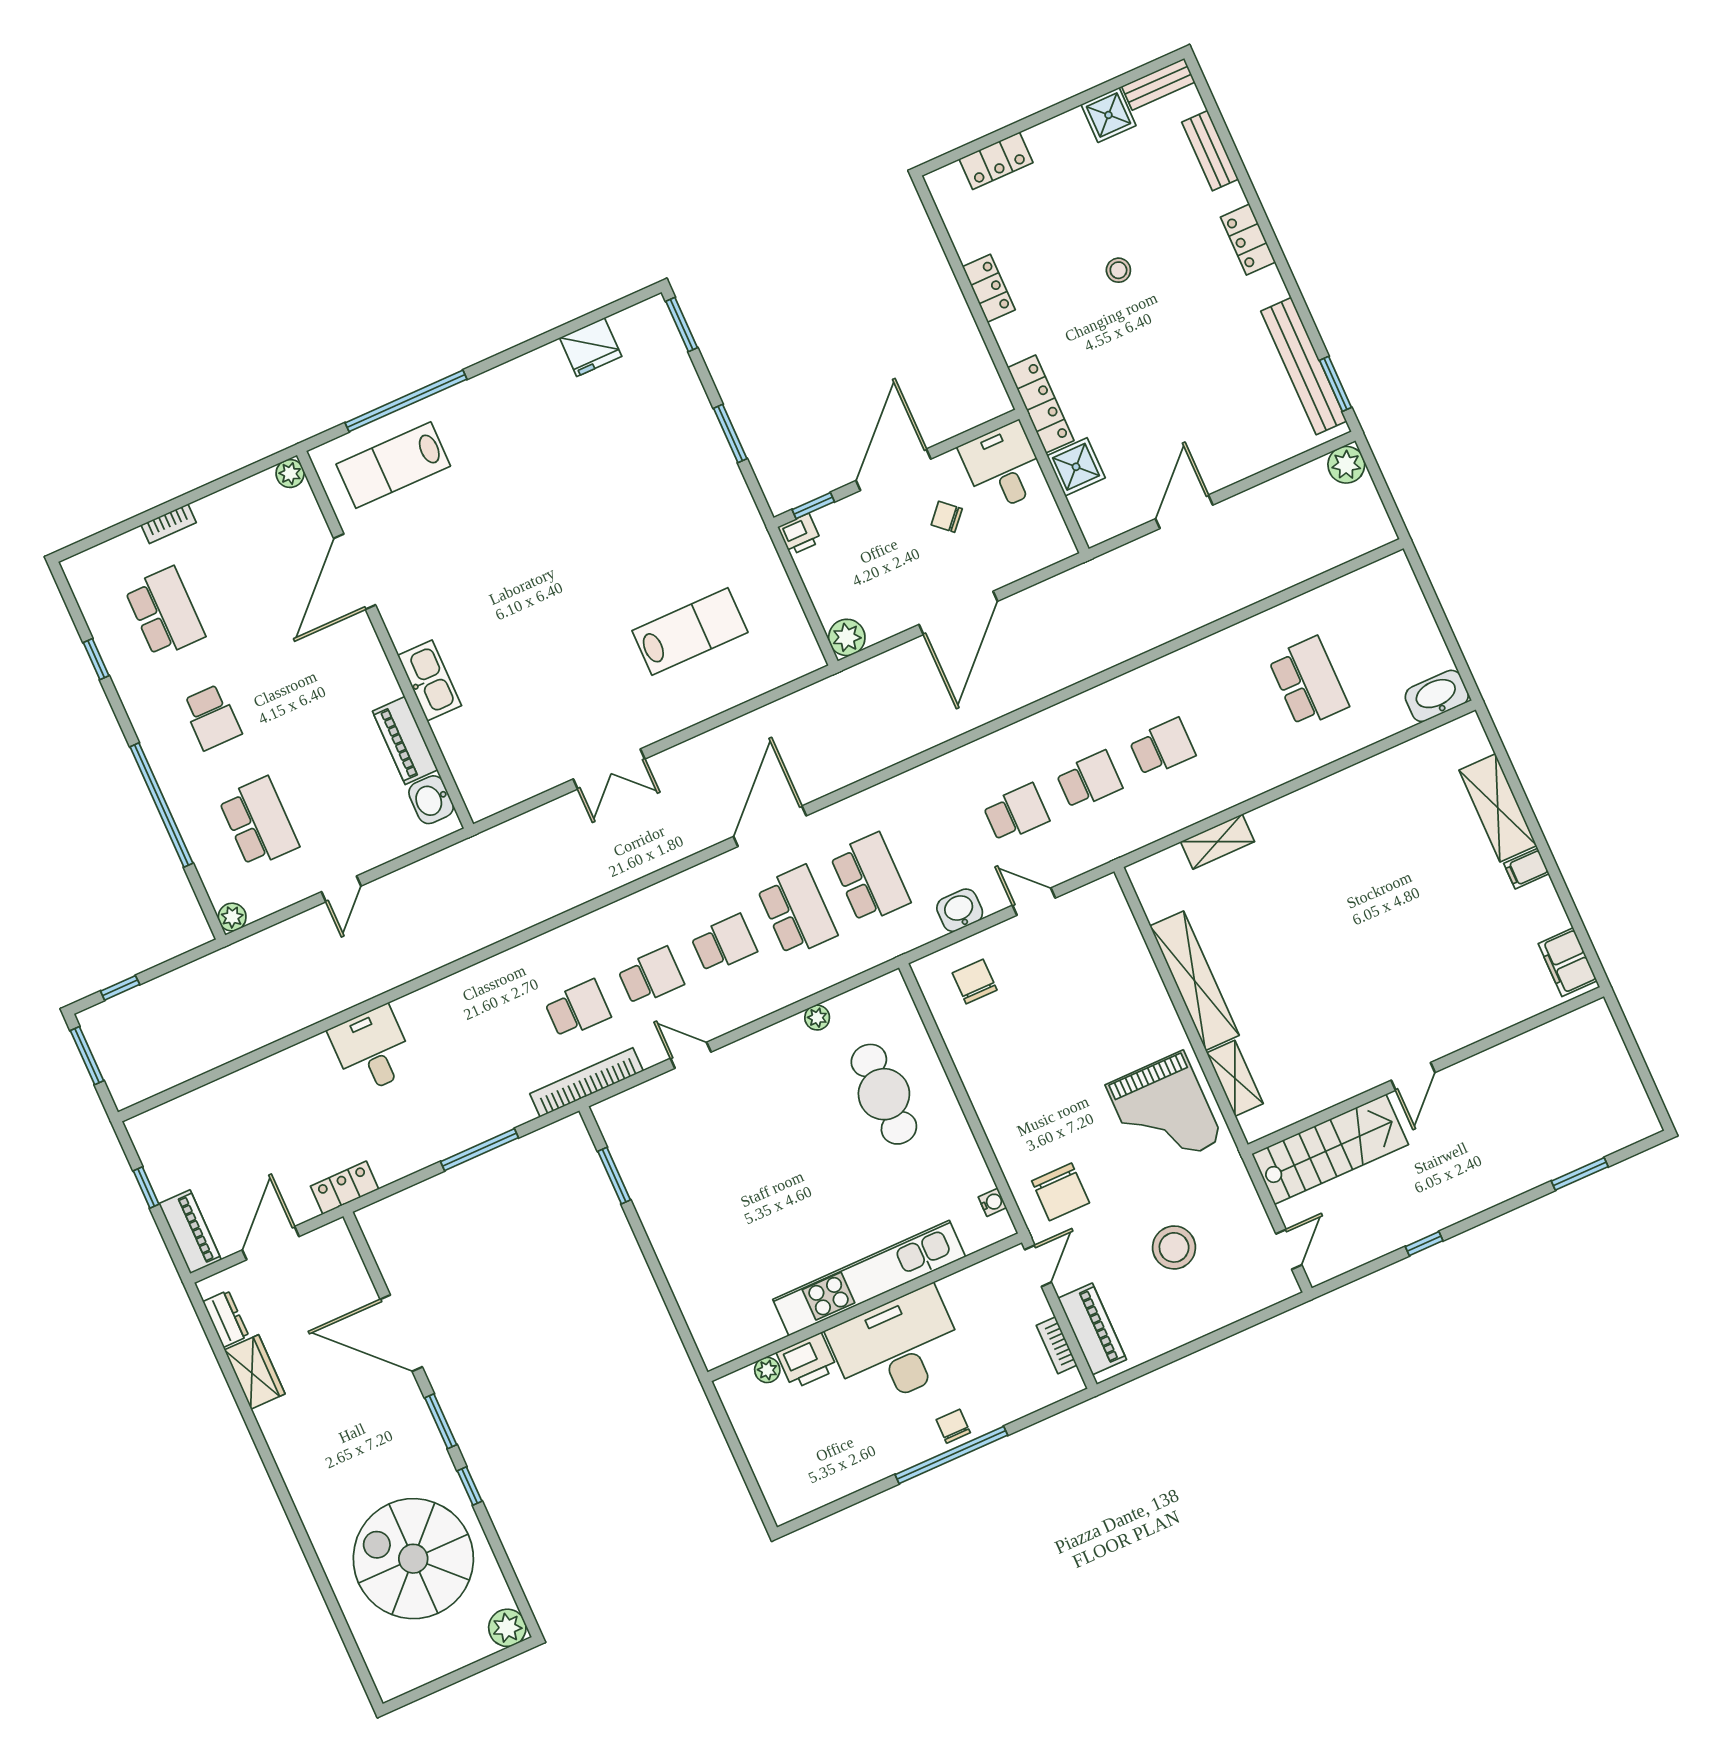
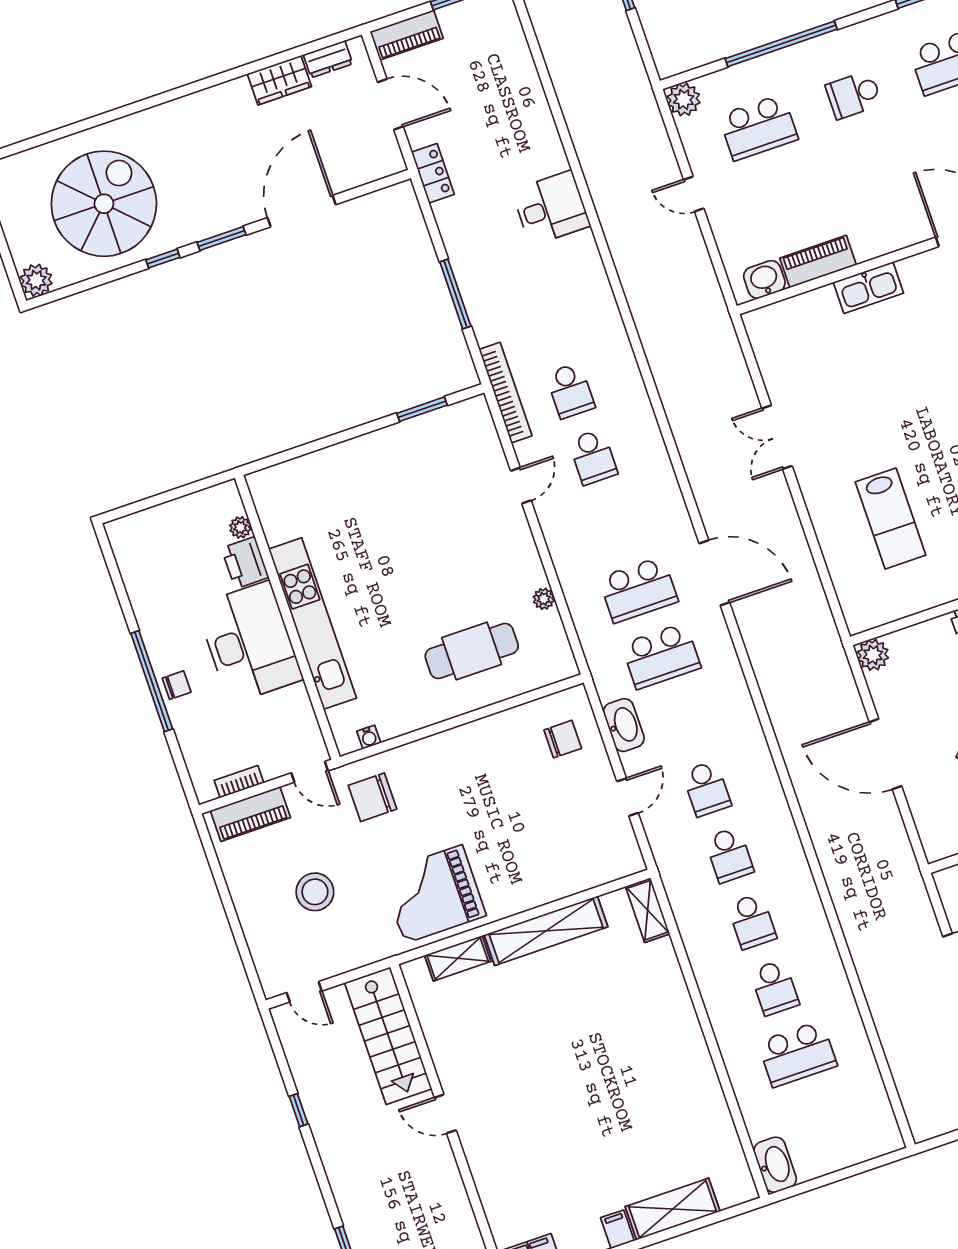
shelving: (1218, 842) -> (648, 910), moved
washbasin: (960, 910) -> (624, 725), width x1.38
plant: (232, 917) -> (684, 99), width x1.38, depth x1.38
school desk: (724, 944) -> (775, 988), moved

